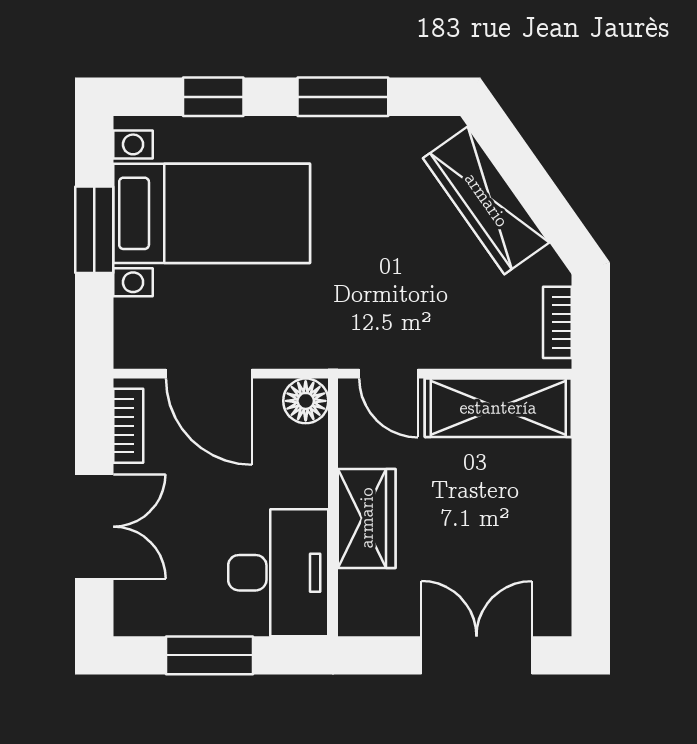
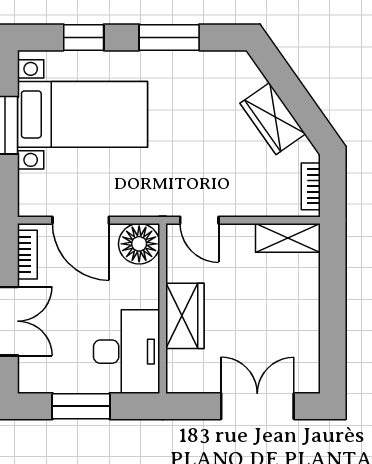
wardrobe: (486, 200) -> (273, 119), width x0.67
floor lamp: (306, 401) -> (139, 244), width x1.38, depth x1.38
shelving: (498, 408) -> (288, 238), width x0.67, depth x0.75

